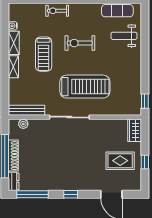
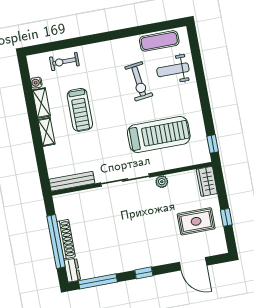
exercise bike: (57, 11) -> (64, 61), moved
exercise bike: (80, 43) -> (139, 81), moved, turned -97
treadmill: (85, 87) -> (159, 134), moved
plant: (23, 124) -> (162, 182), moved

